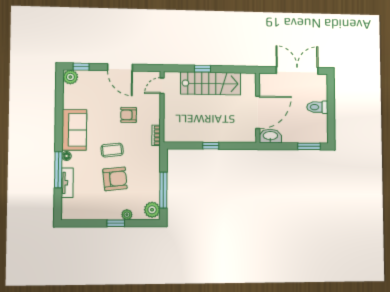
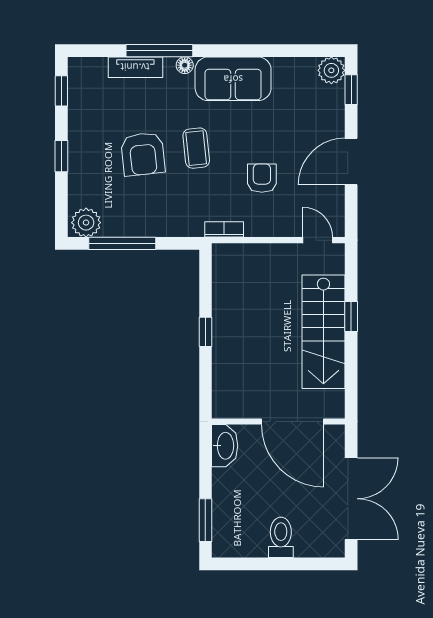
door: (258, 112) -> (293, 421), moved
plant: (127, 215) -> (77, 176), removed
window: (80, 223) -> (61, 91), added

